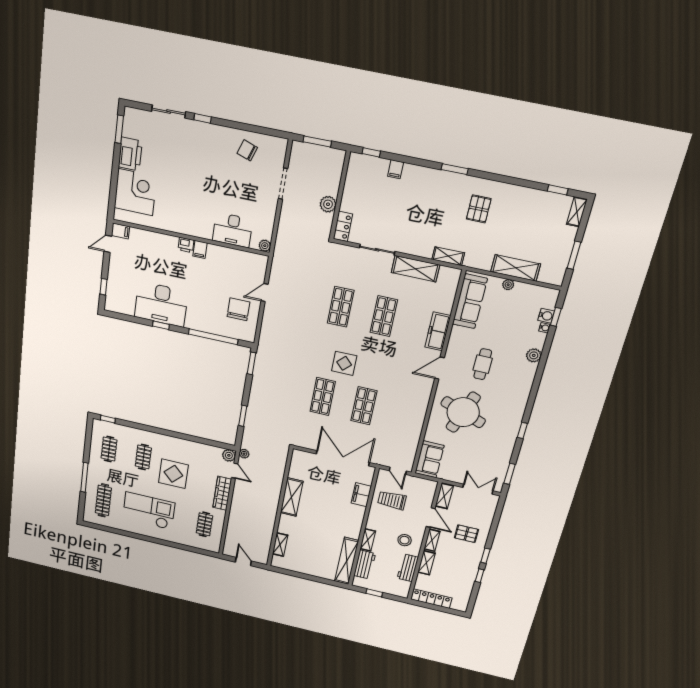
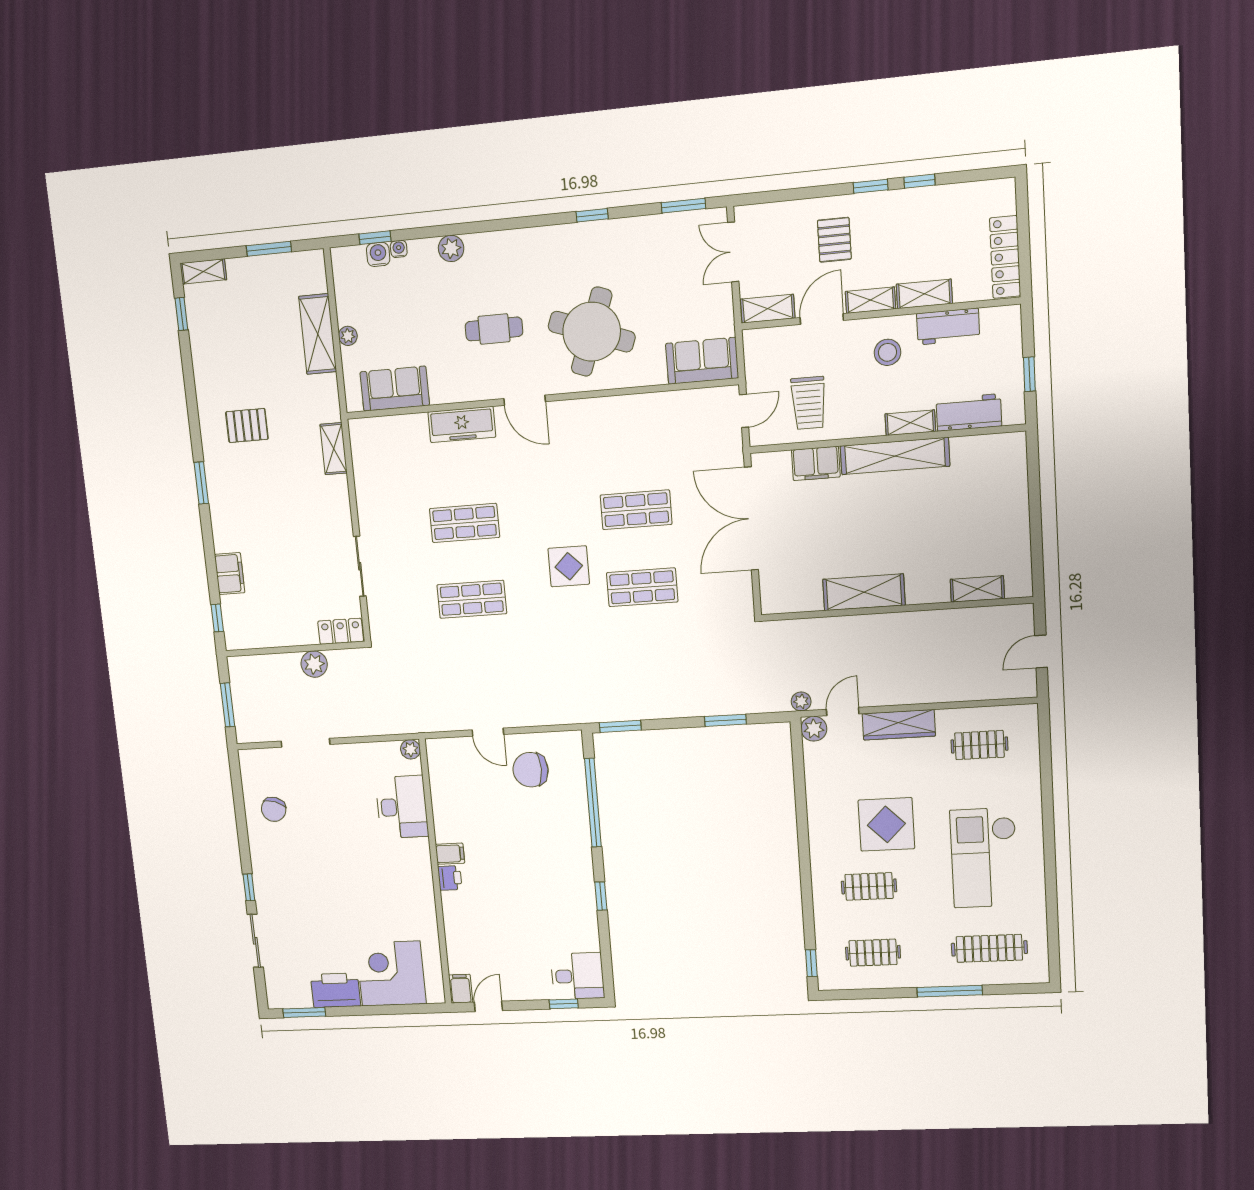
filing cabinet: (396, 169) -> (230, 574), width x2.00
door: (108, 244) -> (488, 1006), swing flipped
shelving: (415, 269) -> (370, 495), removed
sofa: (470, 301) -> (395, 389), width x0.73
desk: (161, 304) -> (577, 976), moved, width x0.53, depth x0.77
shelving: (347, 561) -> (895, 456), moved

